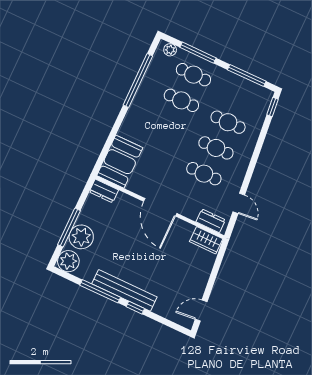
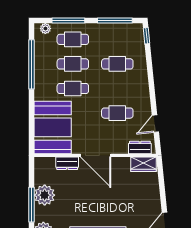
cafe table: (216, 148) -> (73, 88), moved
booth: (120, 162) -> (53, 127), width x1.36, depth x1.42
dresser: (104, 191) -> (67, 163), moved
door: (239, 203) -> (155, 124), swing flipped
plant: (81, 237) -> (45, 195), moved

